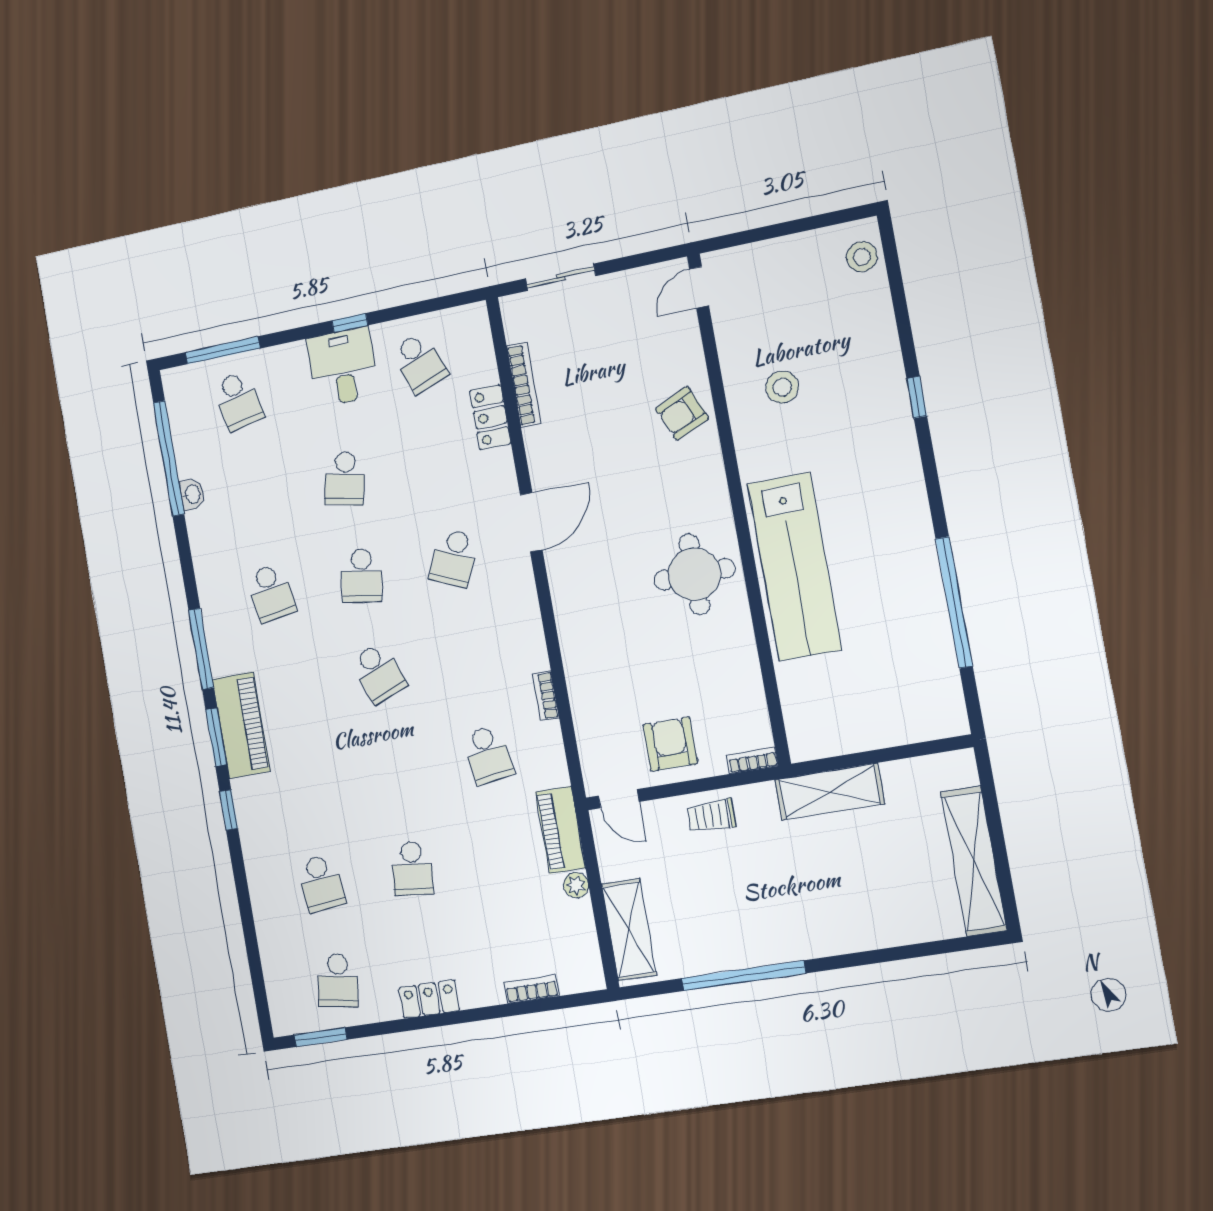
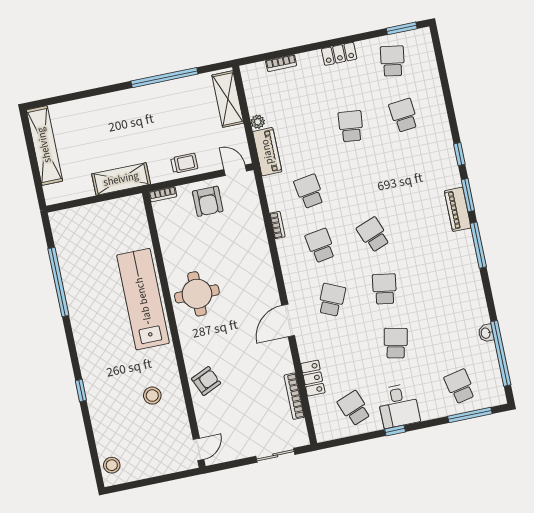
school desk: (271, 593) -> (320, 246), moved
piano: (241, 725) -> (458, 209), width x0.73, depth x0.75

